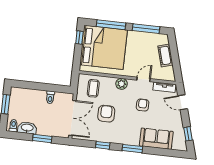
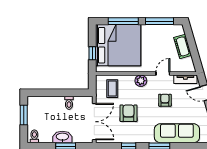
window: (79, 38) -> (92, 53), moved
washbasin: (27, 128) -> (62, 137), moved
sofa: (156, 139) -> (177, 133), width x1.36

